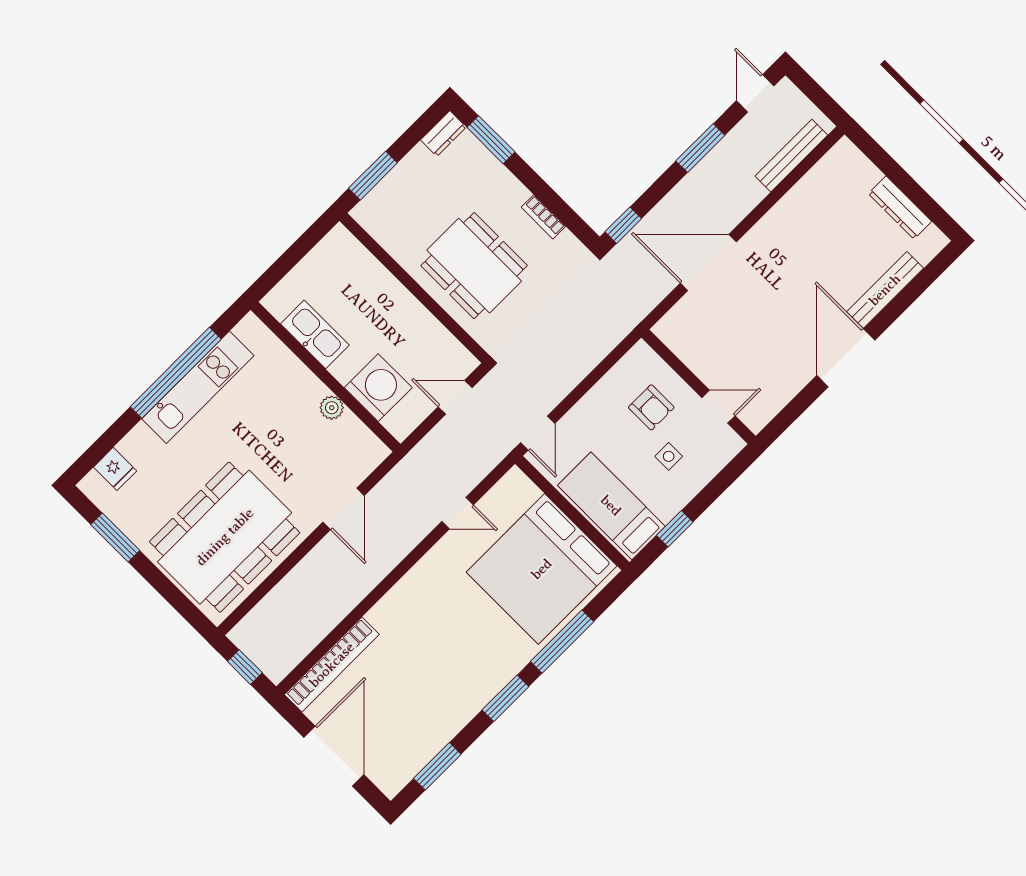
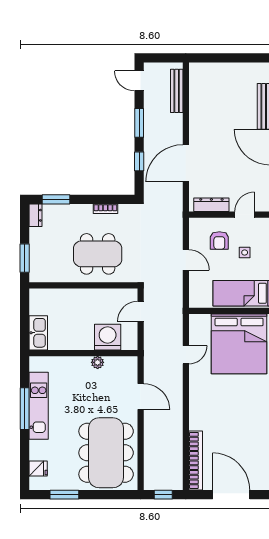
dresser: (900, 208) -> (211, 205), moved, turned 180
window: (623, 225) -> (139, 161), moved
kitchen sink: (315, 334) -> (38, 333), moved, turned 90
window: (176, 373) -> (25, 409), width x0.68
armchair: (651, 407) -> (219, 240), turned 90
door: (538, 433) -> (186, 260), moved

